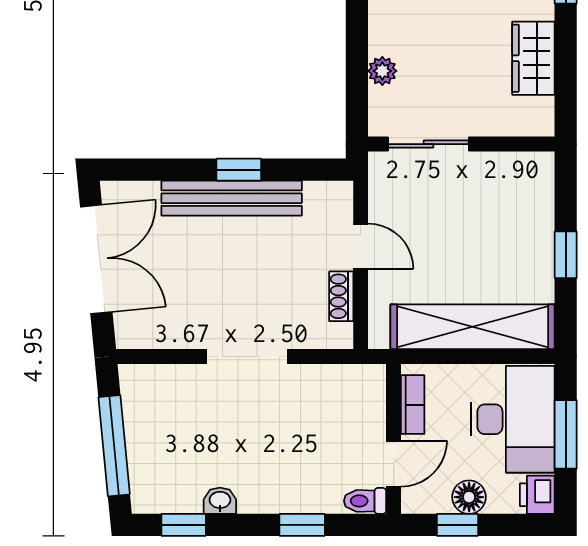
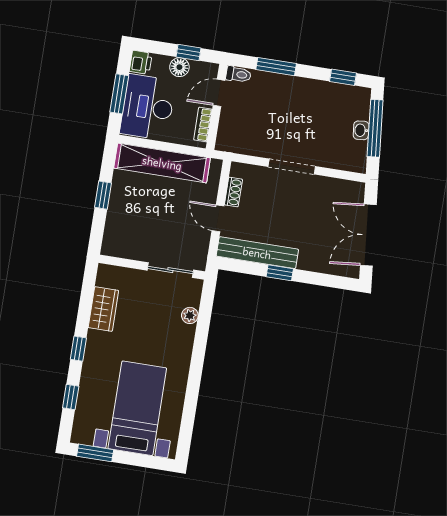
bench: (232, 198) -> (257, 253), moved
washbasin: (220, 501) -> (361, 130), moved, turned 85
window: (302, 525) -> (276, 67), width x1.50

